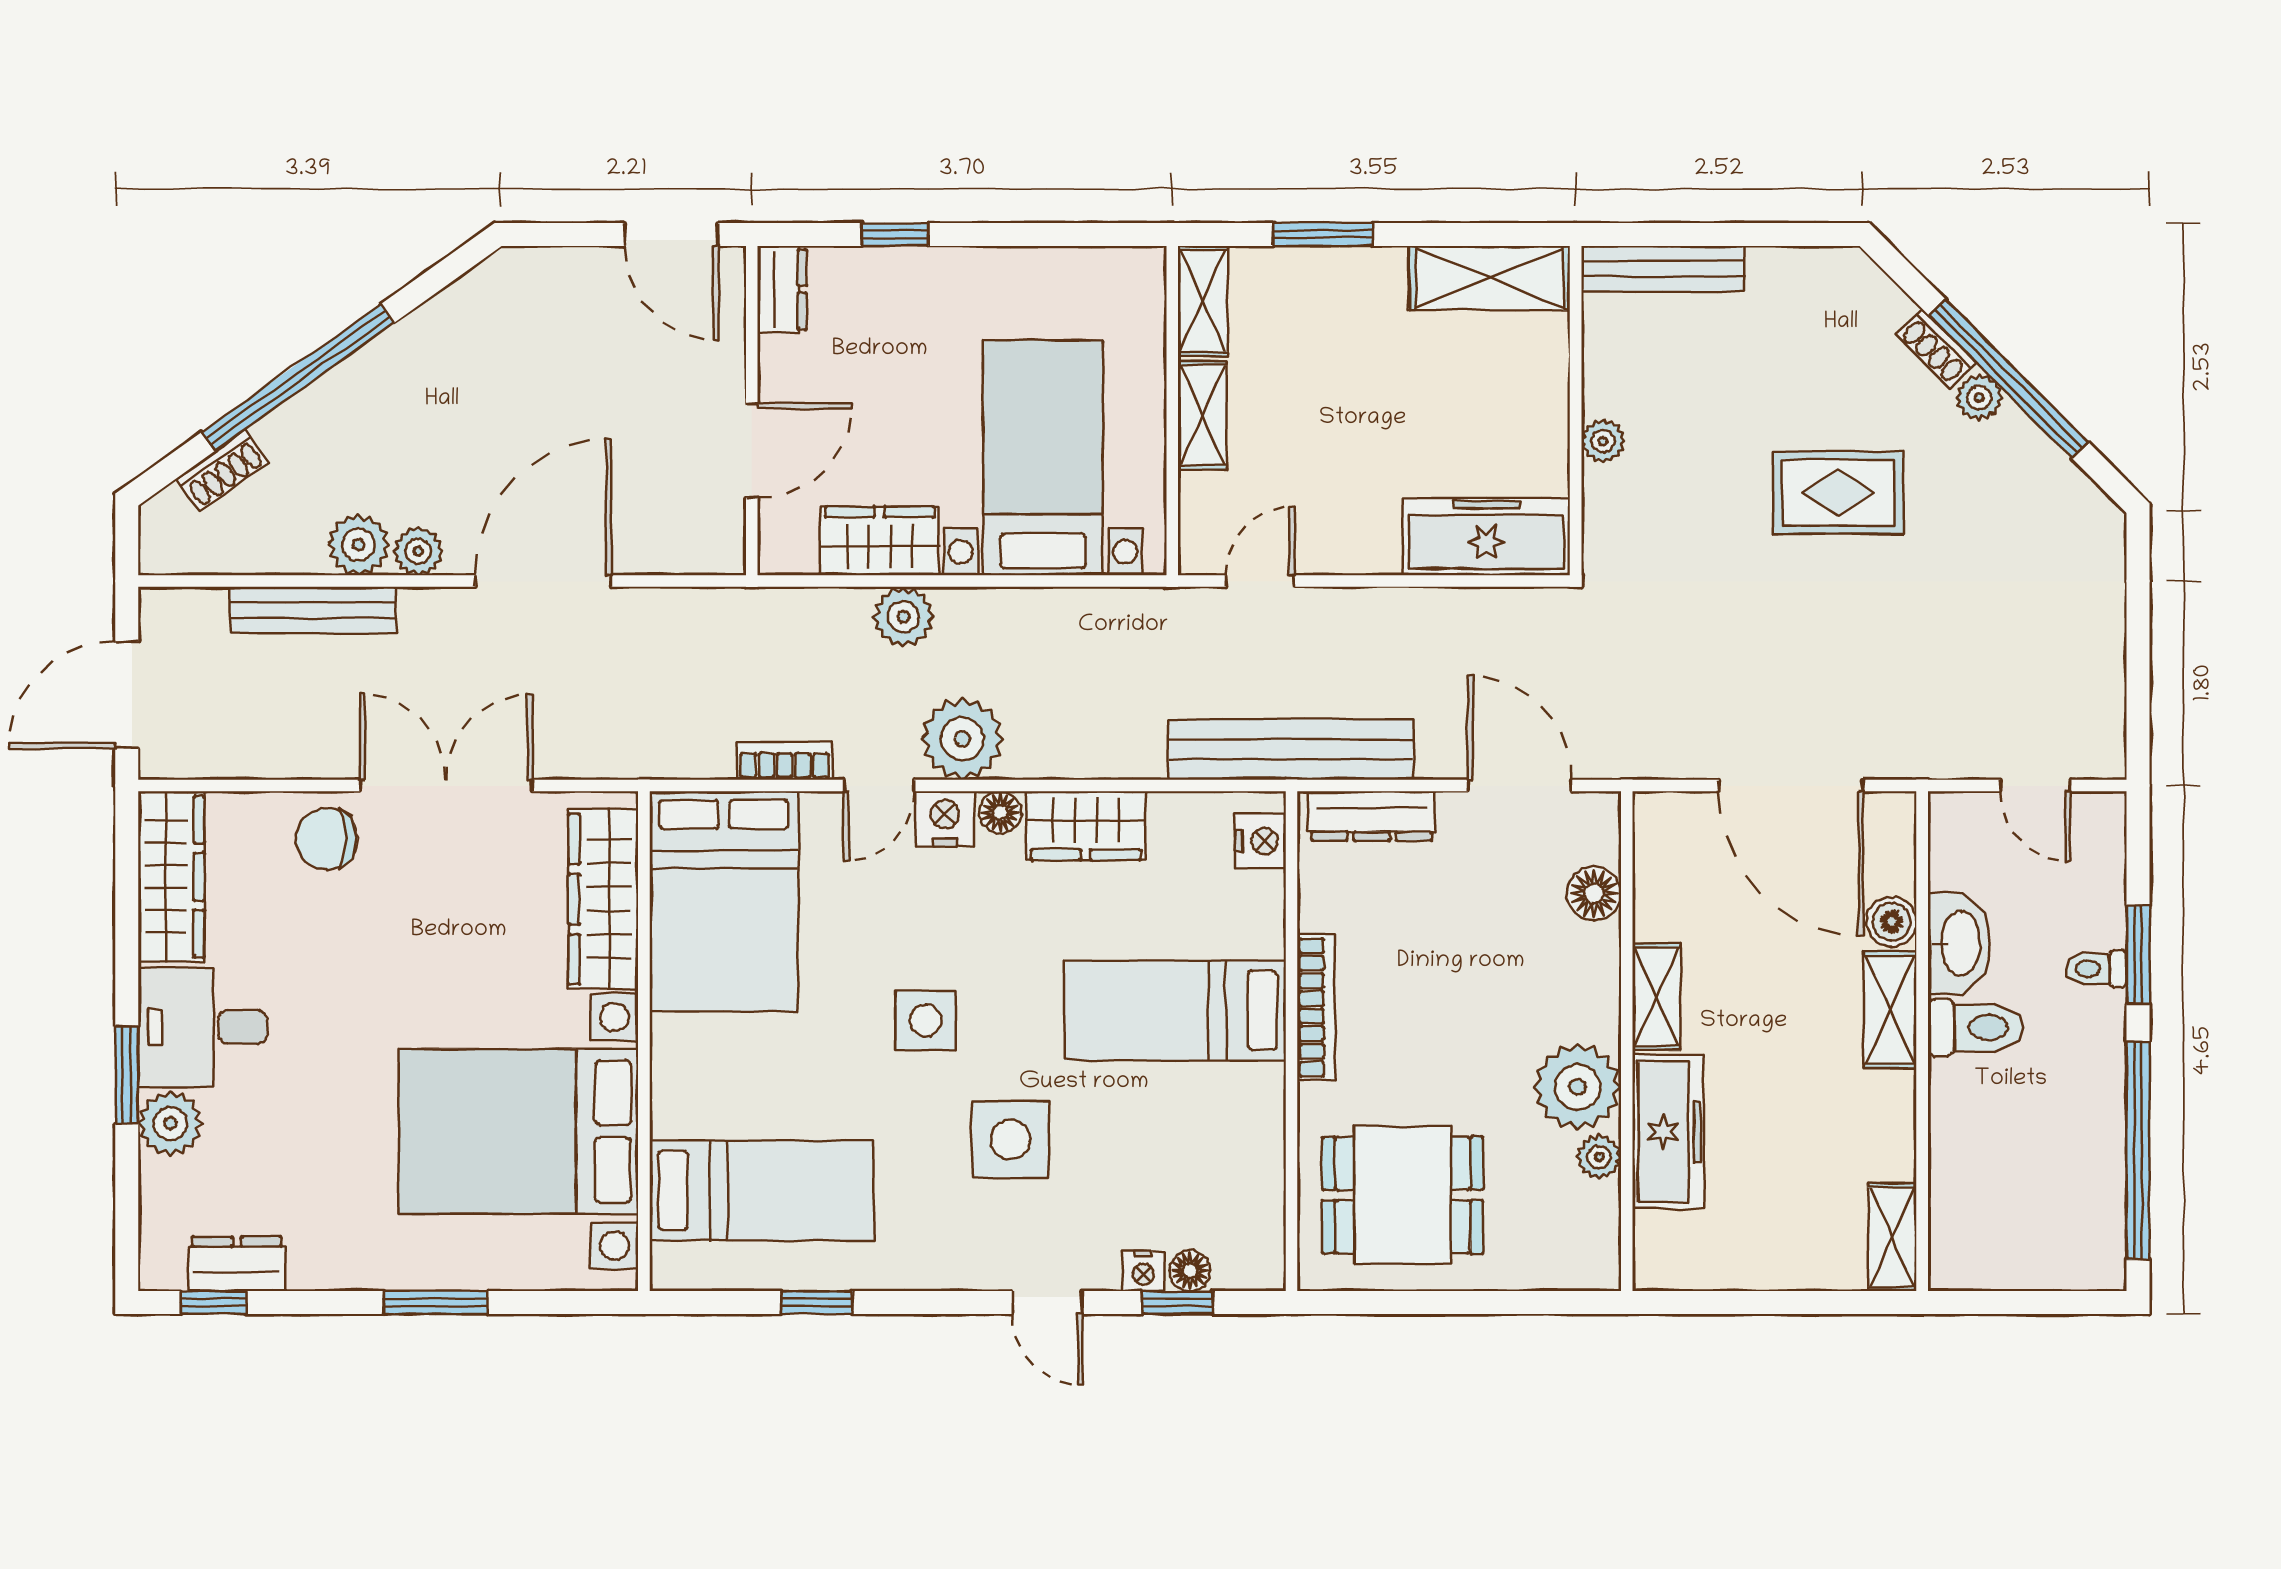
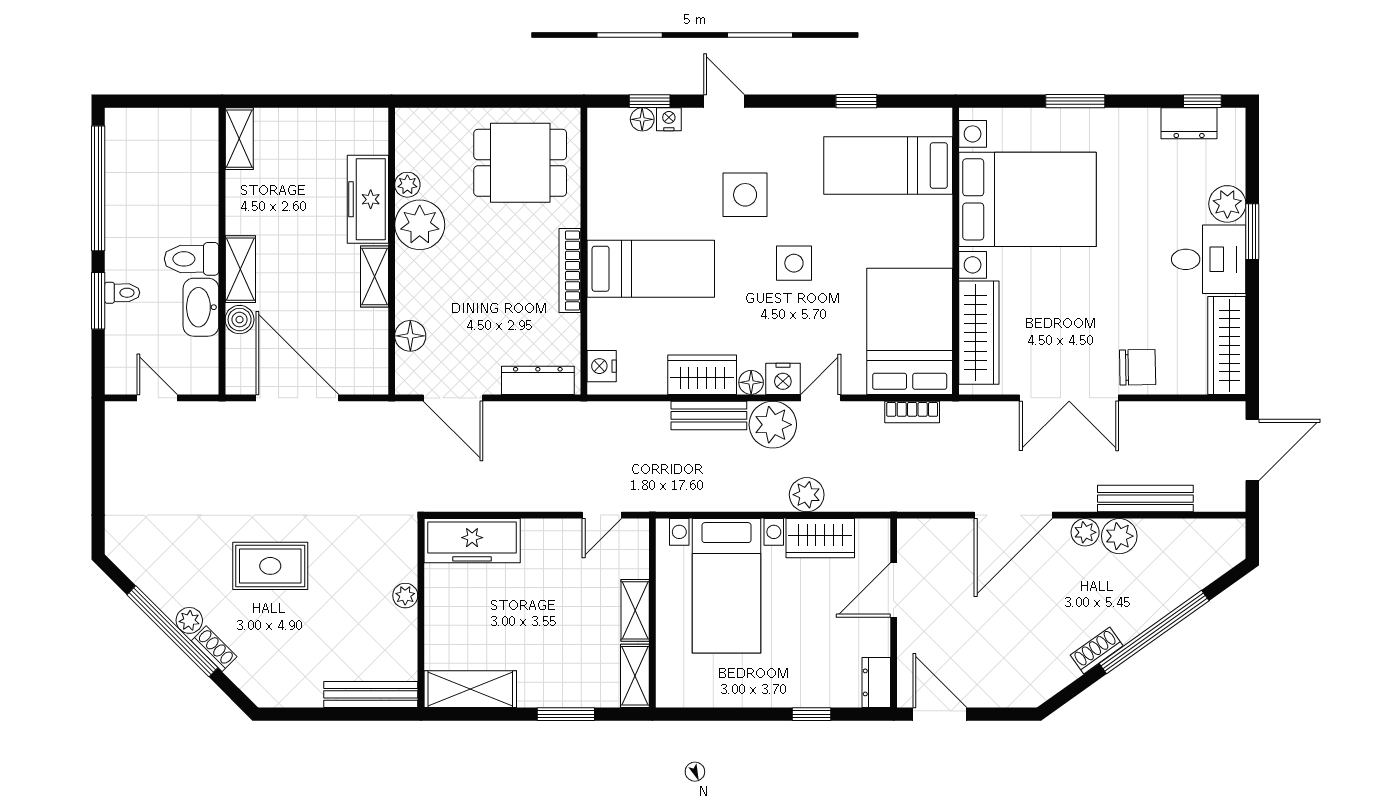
shoe rack: (223, 470) -> (1097, 650), moved
bench: (1291, 749) -> (709, 415), moved, width x0.54, depth x0.82
bookcase: (785, 761) -> (912, 412), moved

